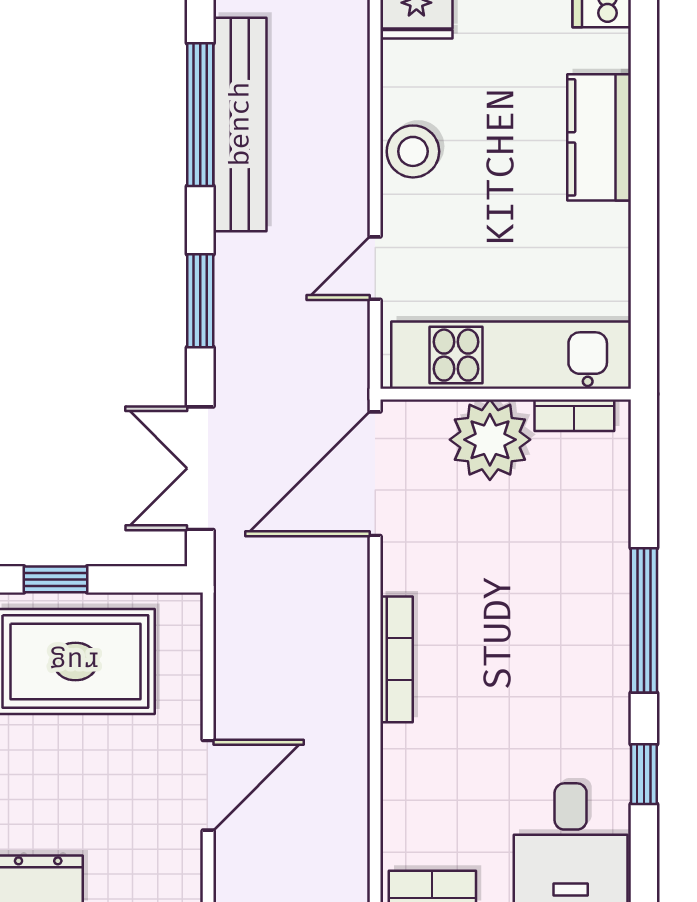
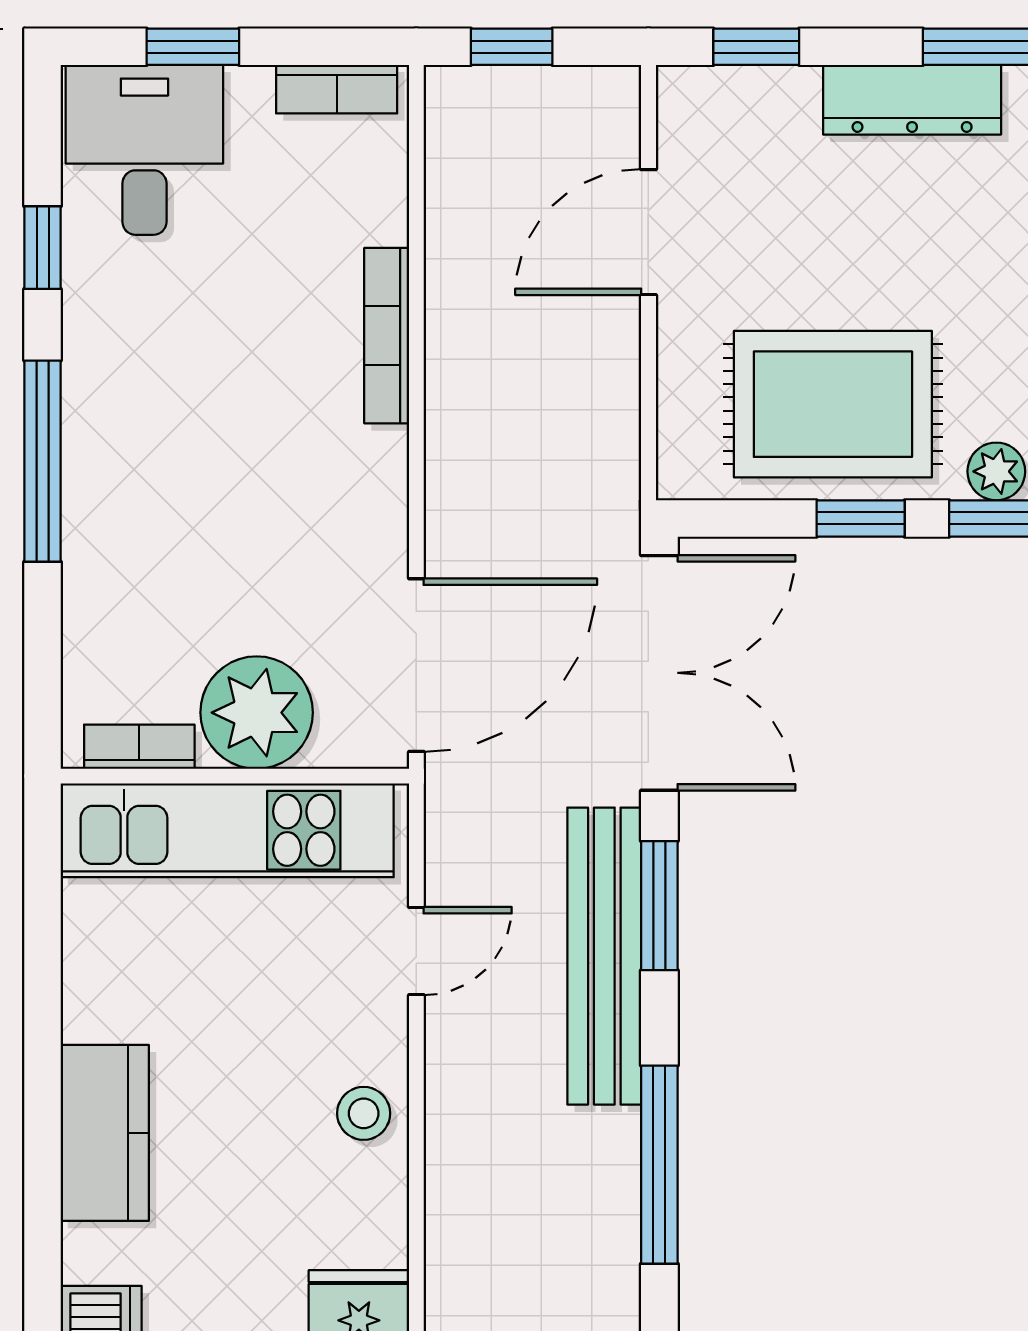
bench: (240, 124) -> (604, 956), moved
stool: (413, 151) -> (364, 1113), width x0.73, depth x0.73
double door: (200, 468) -> (659, 673), width x1.37
bookcase: (396, 659) -> (387, 336), moved

